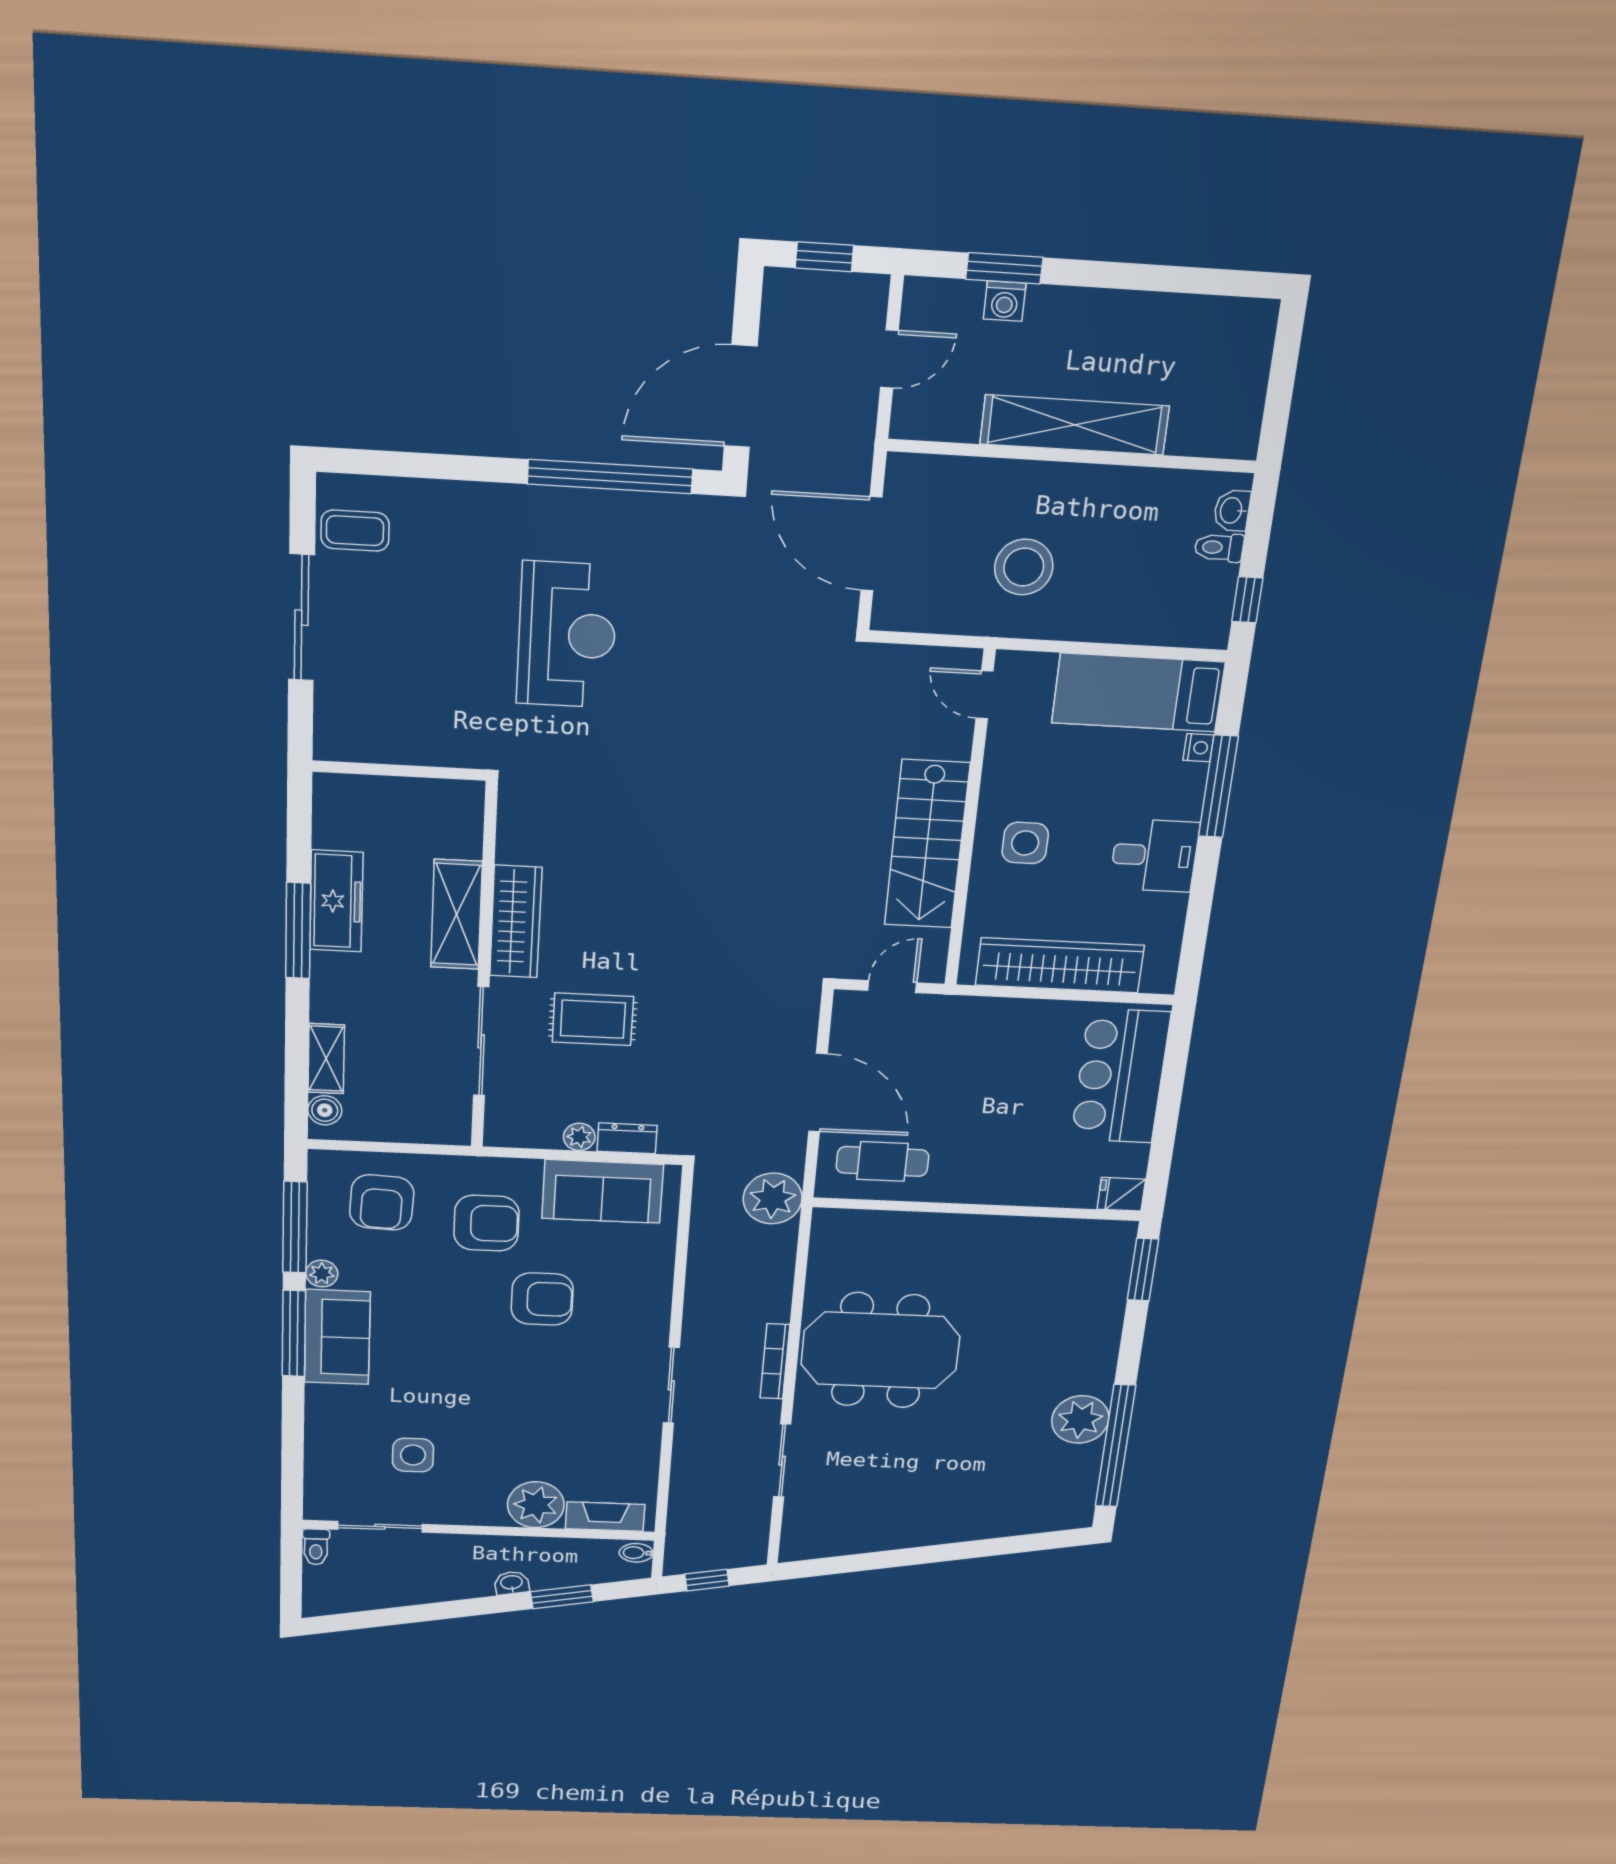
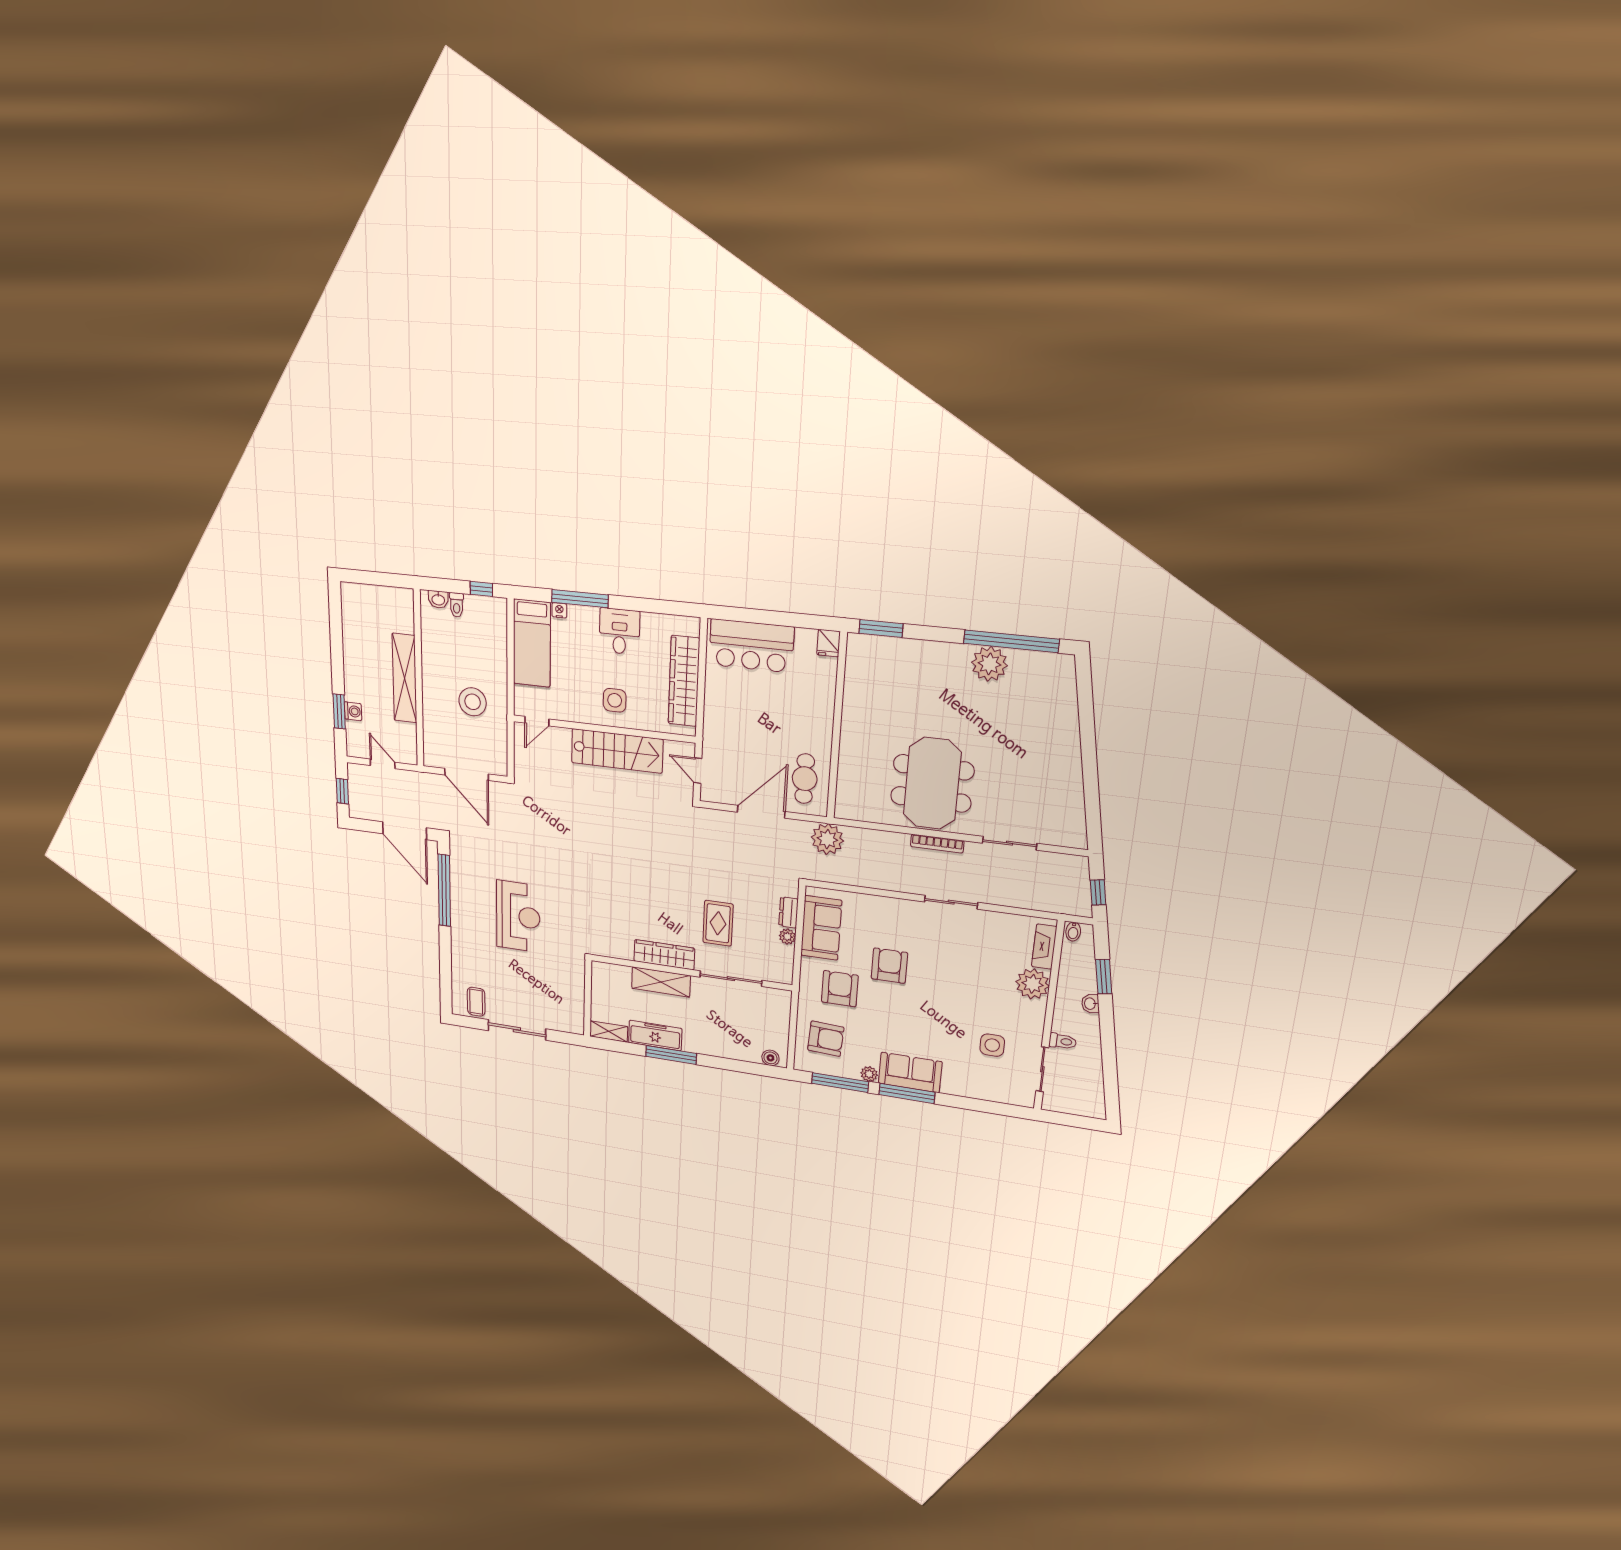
door: (871, 544) -> (466, 774), hinge flipped
reception desk: (567, 635) -> (518, 916), turned 90
shelving: (326, 1059) -> (609, 1031), moved
toilet: (316, 1547) -> (1063, 1041), moved

